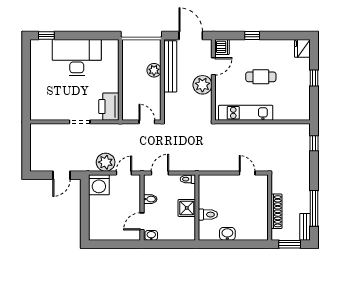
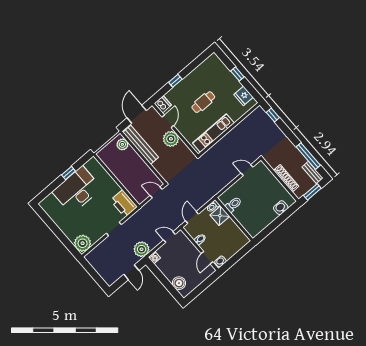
window: (46, 35) -> (68, 173), moved
door: (191, 35) -> (137, 114), hinge flipped
fridge: (302, 48) -> (244, 96), moved
plant: (154, 70) -> (122, 144), moved
plant: (40, 110) -> (83, 243), added
plant: (106, 162) -> (142, 249), moved
door: (124, 173) -> (169, 237), hinge flipped
washing machine: (99, 185) -> (154, 258), width x0.53, depth x0.53
shower: (187, 208) -> (220, 216), moved
toilet: (208, 215) -> (233, 204), moved
boiler: (96, 222) -> (179, 283), added
washbasin: (227, 234) -> (281, 208), moved

